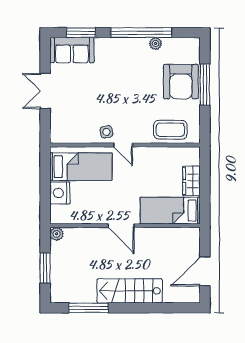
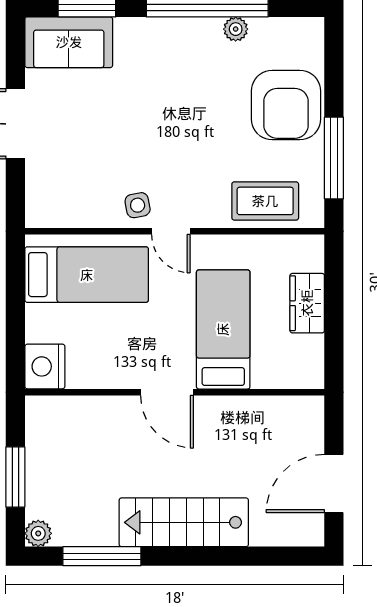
window: (205, 85) -> (334, 158), moved
nightstand: (60, 193) -> (45, 366), moved
bed: (170, 211) -> (223, 329), moved, turned 90
plant: (57, 234) -> (38, 533), moved

